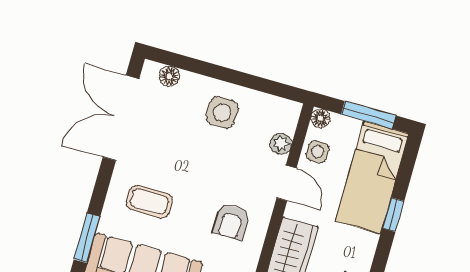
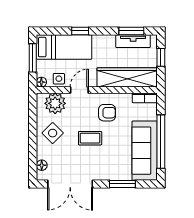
side table: (222, 113) -> (53, 133), turned 45
plant: (281, 144) -> (55, 103), width x1.88, depth x1.88
coffee table: (149, 202) -> (90, 138), moved, turned 90
window: (87, 238) -> (122, 184), moved

